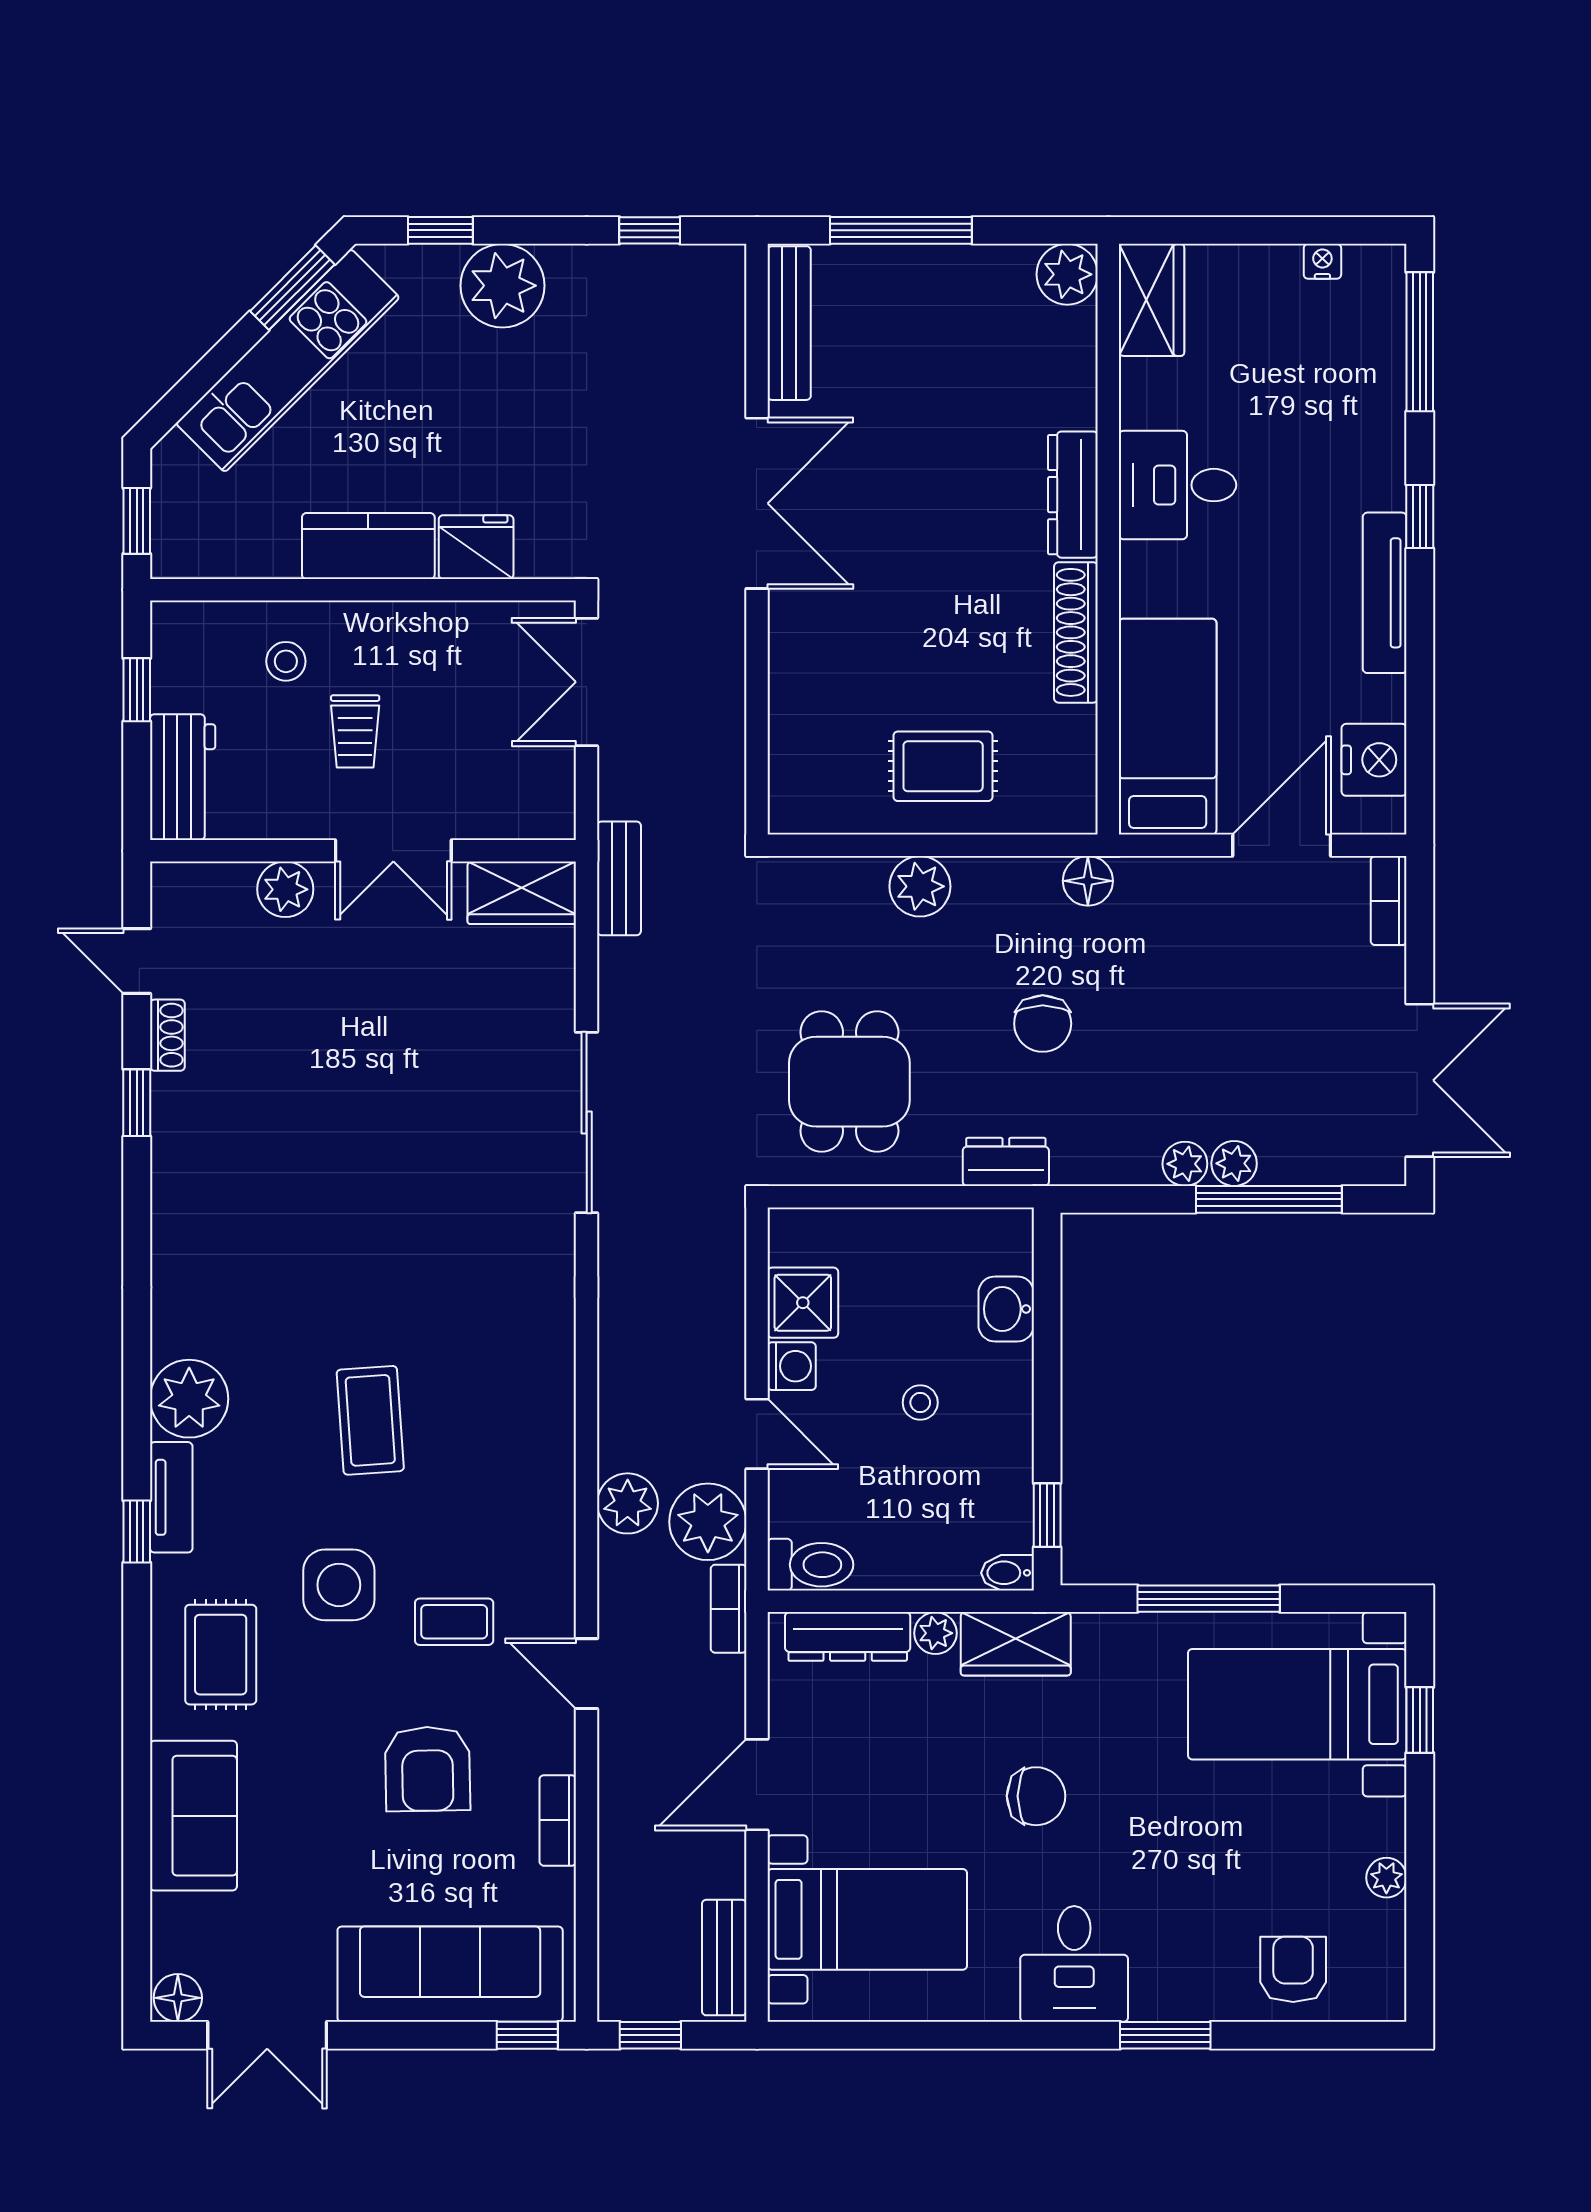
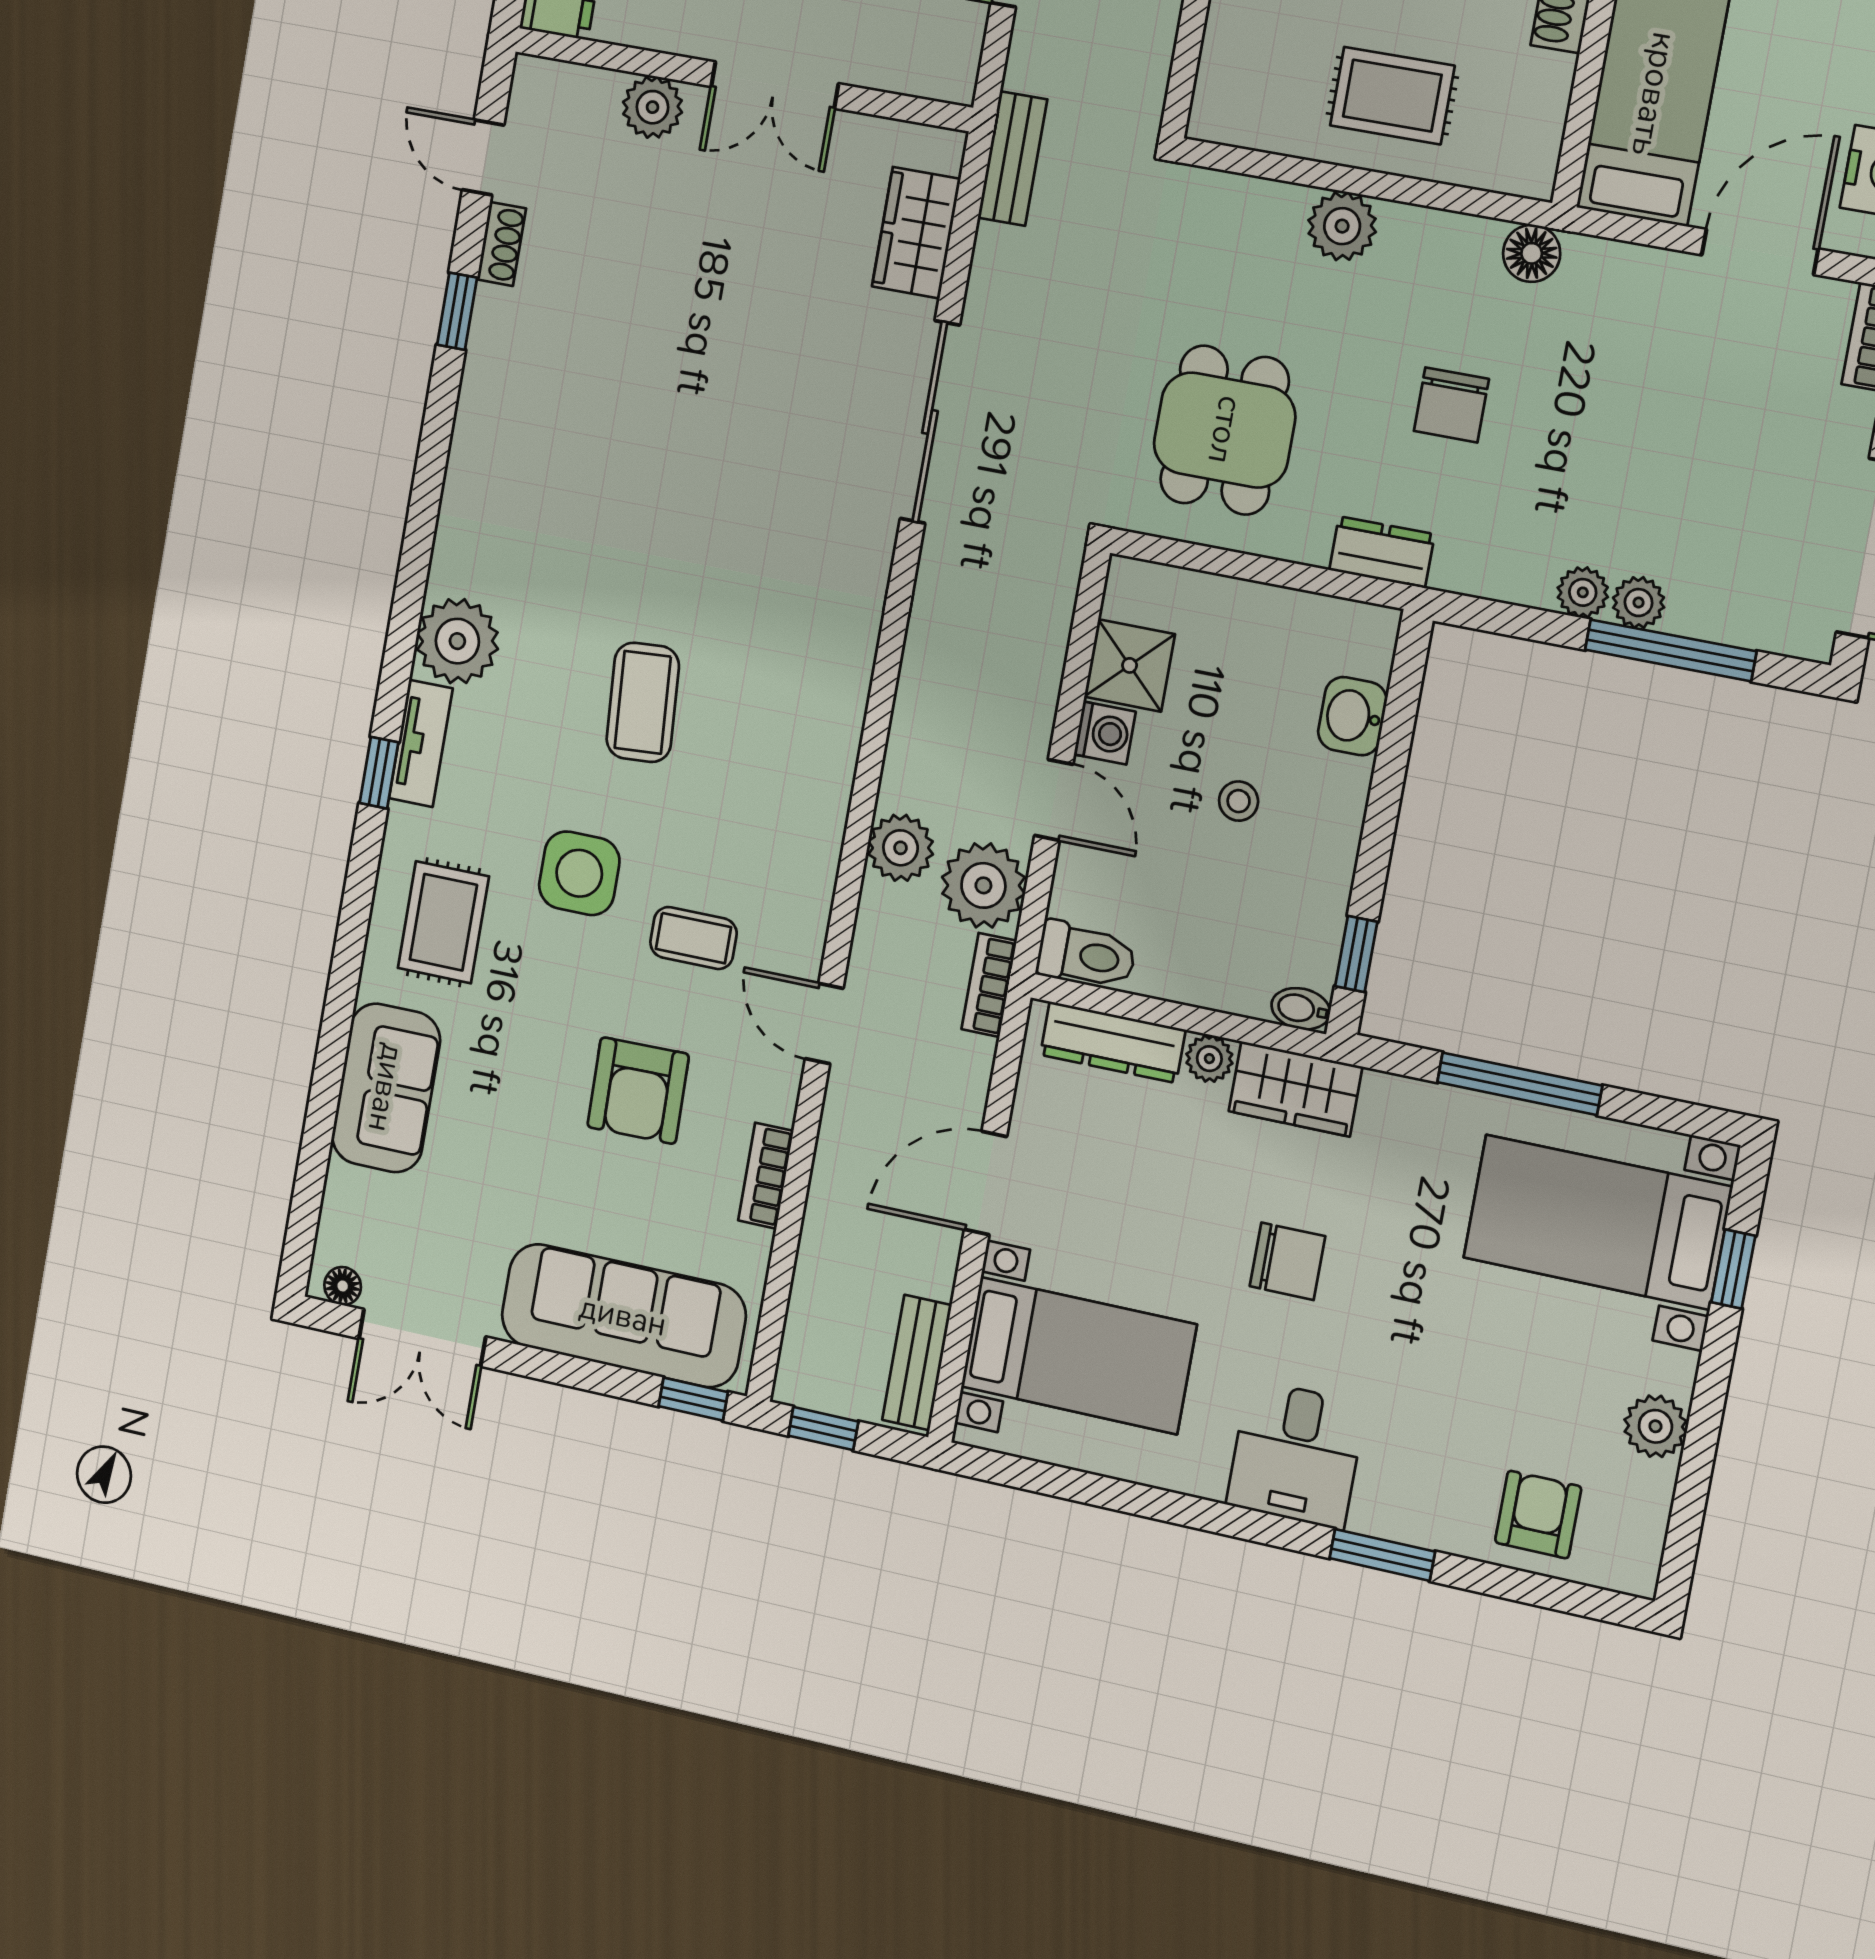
wardrobe: (522, 893) -> (916, 233), moved, turned 90
plant: (1386, 1878) -> (1655, 1426), width x1.38, depth x1.38
floor lamp: (178, 1998) -> (343, 1286), width x0.73, depth x0.73

